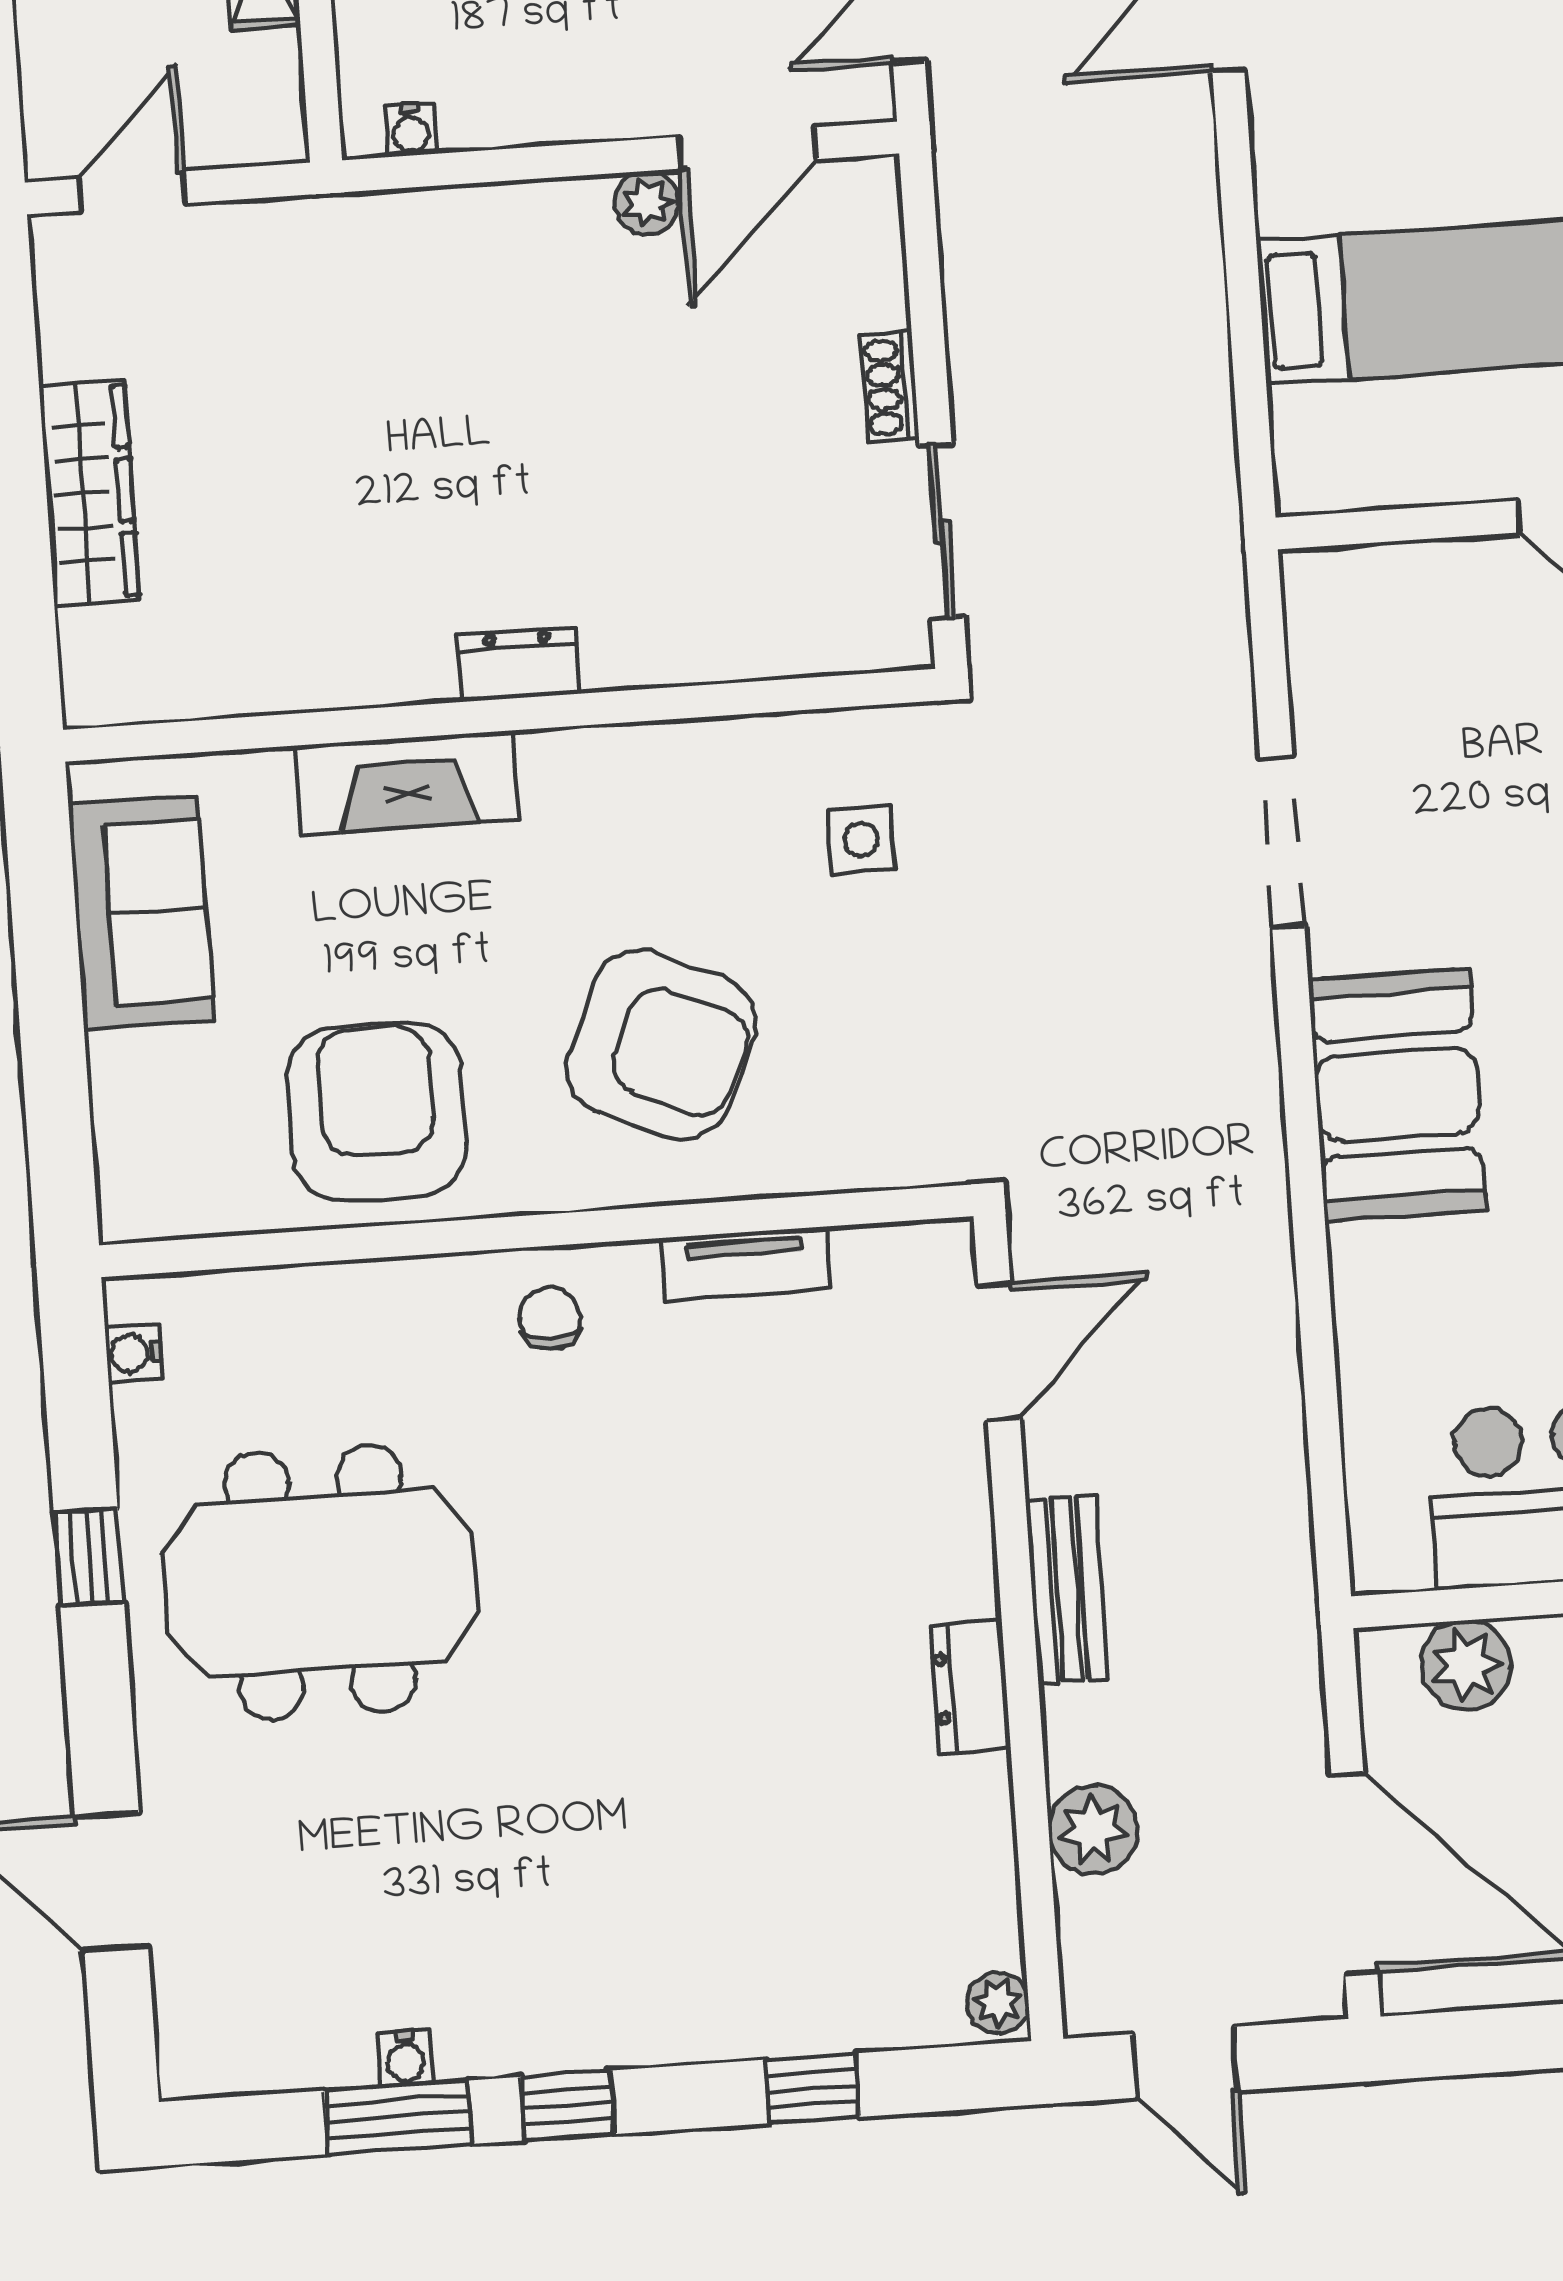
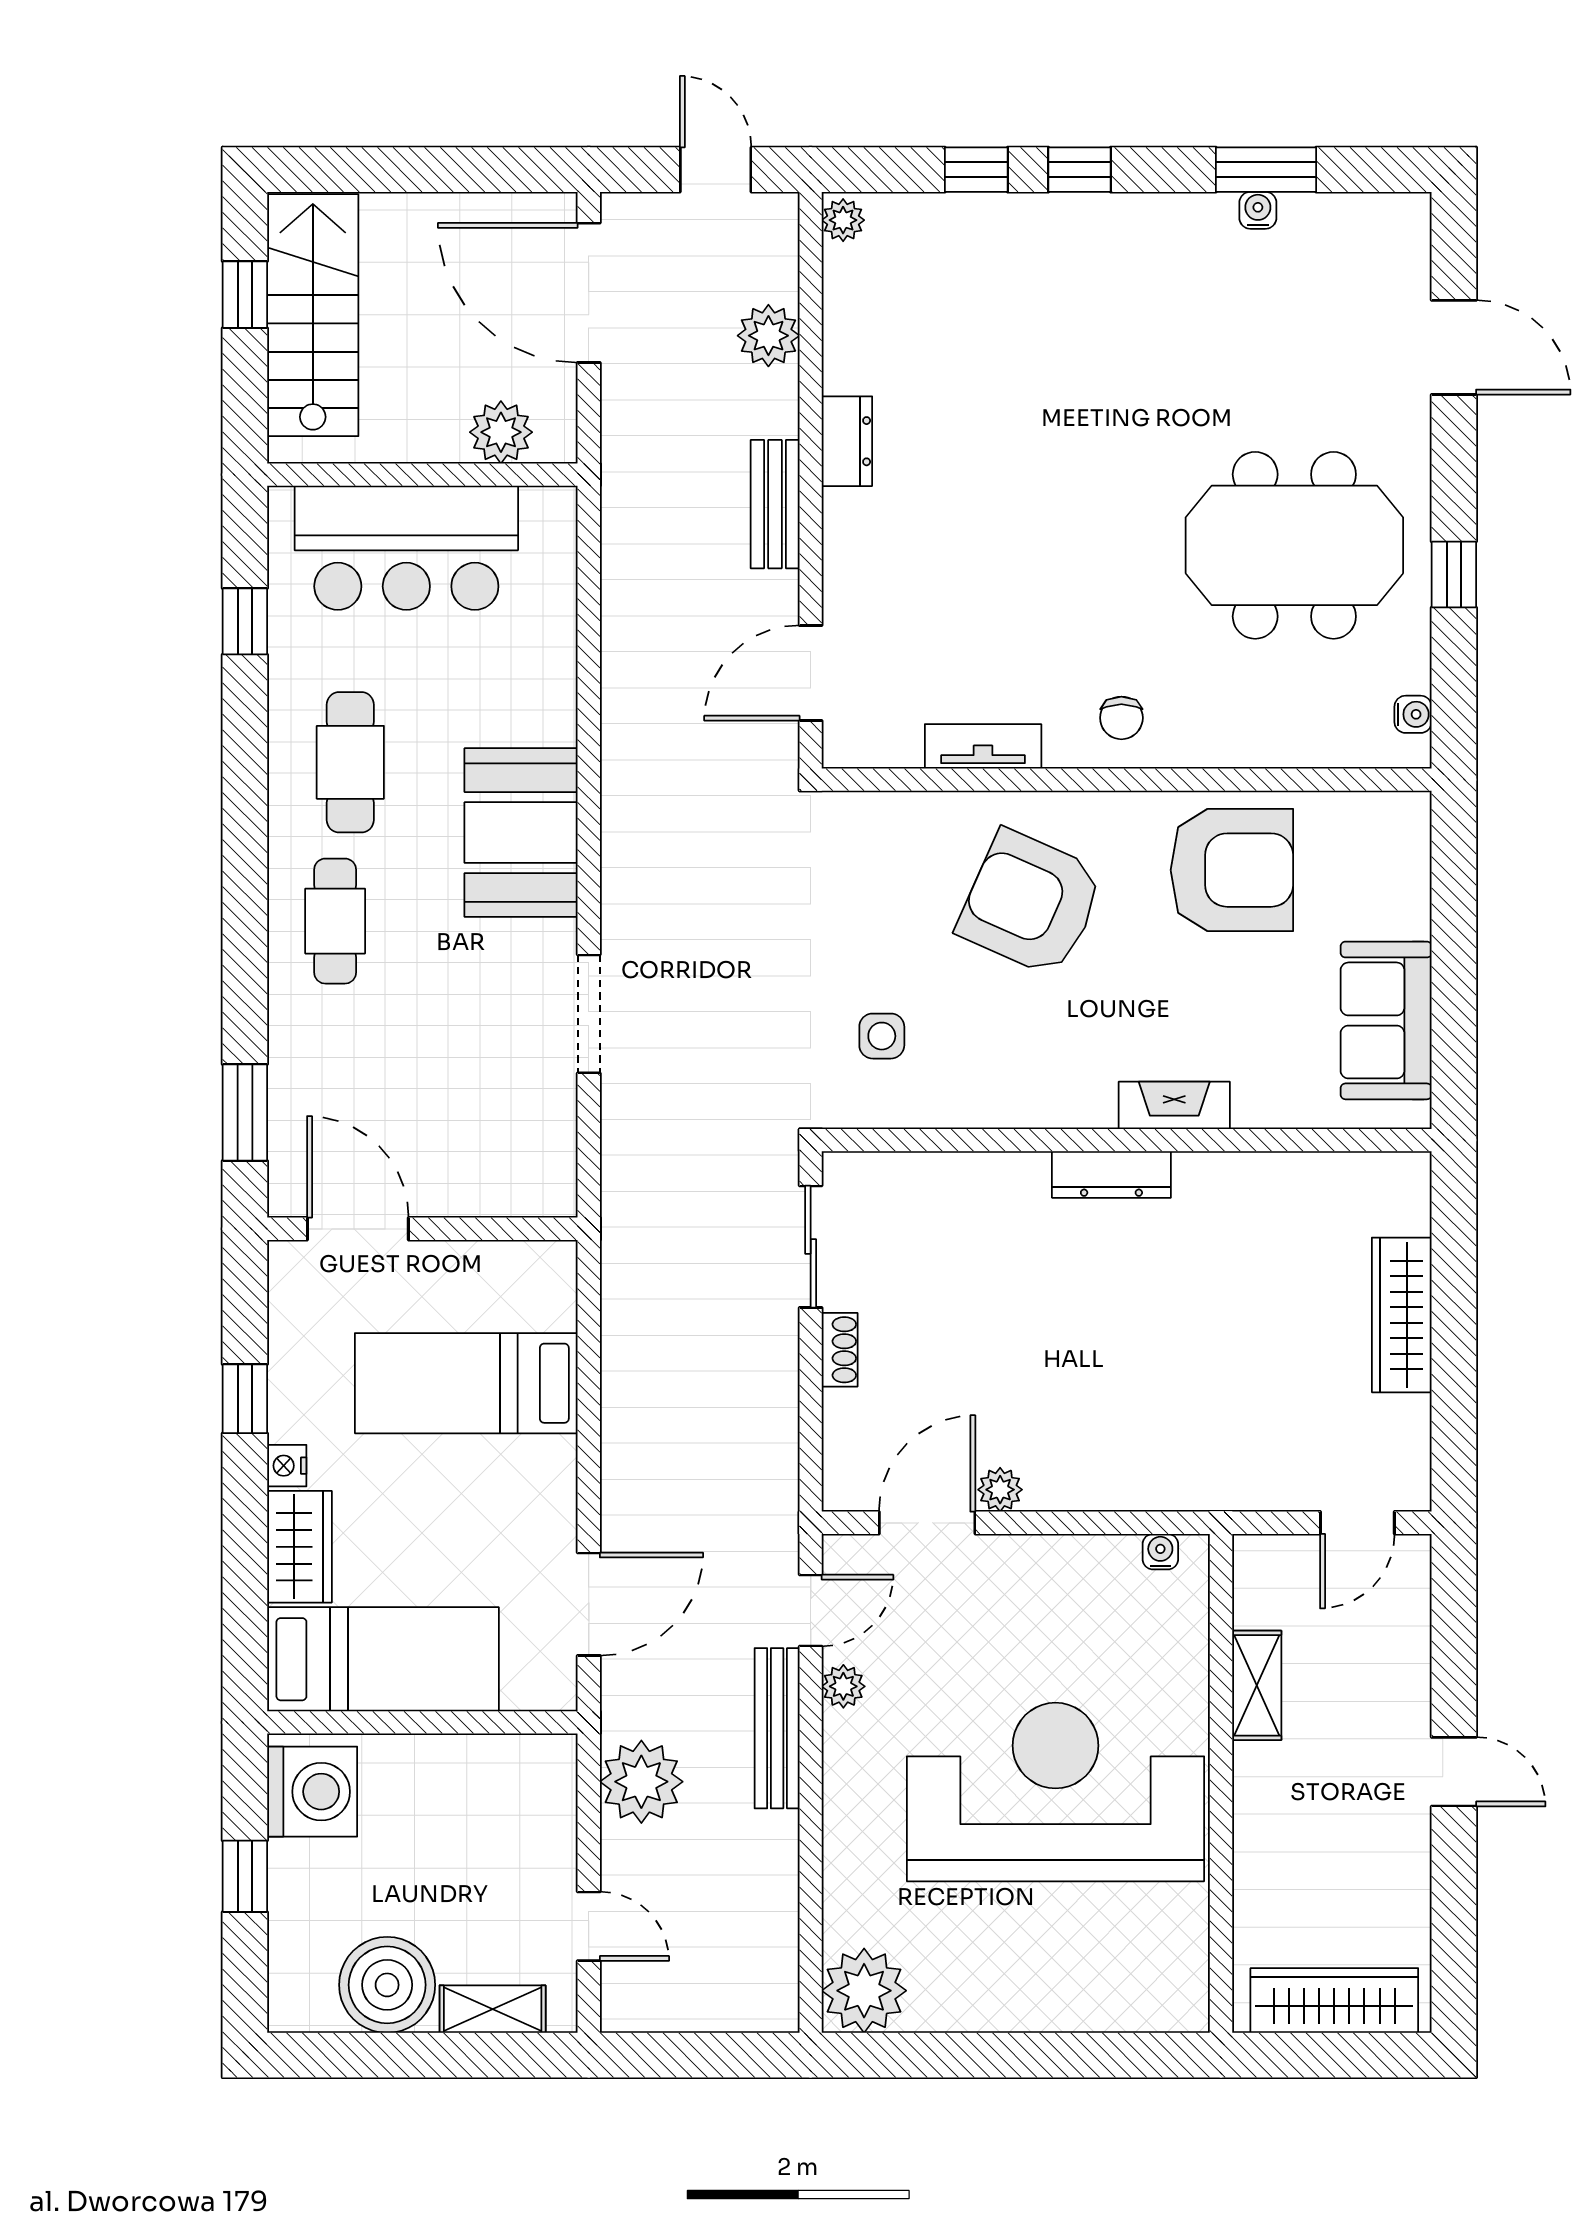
dresser: (519, 665) -> (1111, 1174), width x1.44
fireplace: (407, 783) -> (1174, 1105), width x0.73, depth x0.76
armchair: (377, 1112) -> (1232, 870), turned -90
window: (567, 2105) -> (1080, 170), moved

